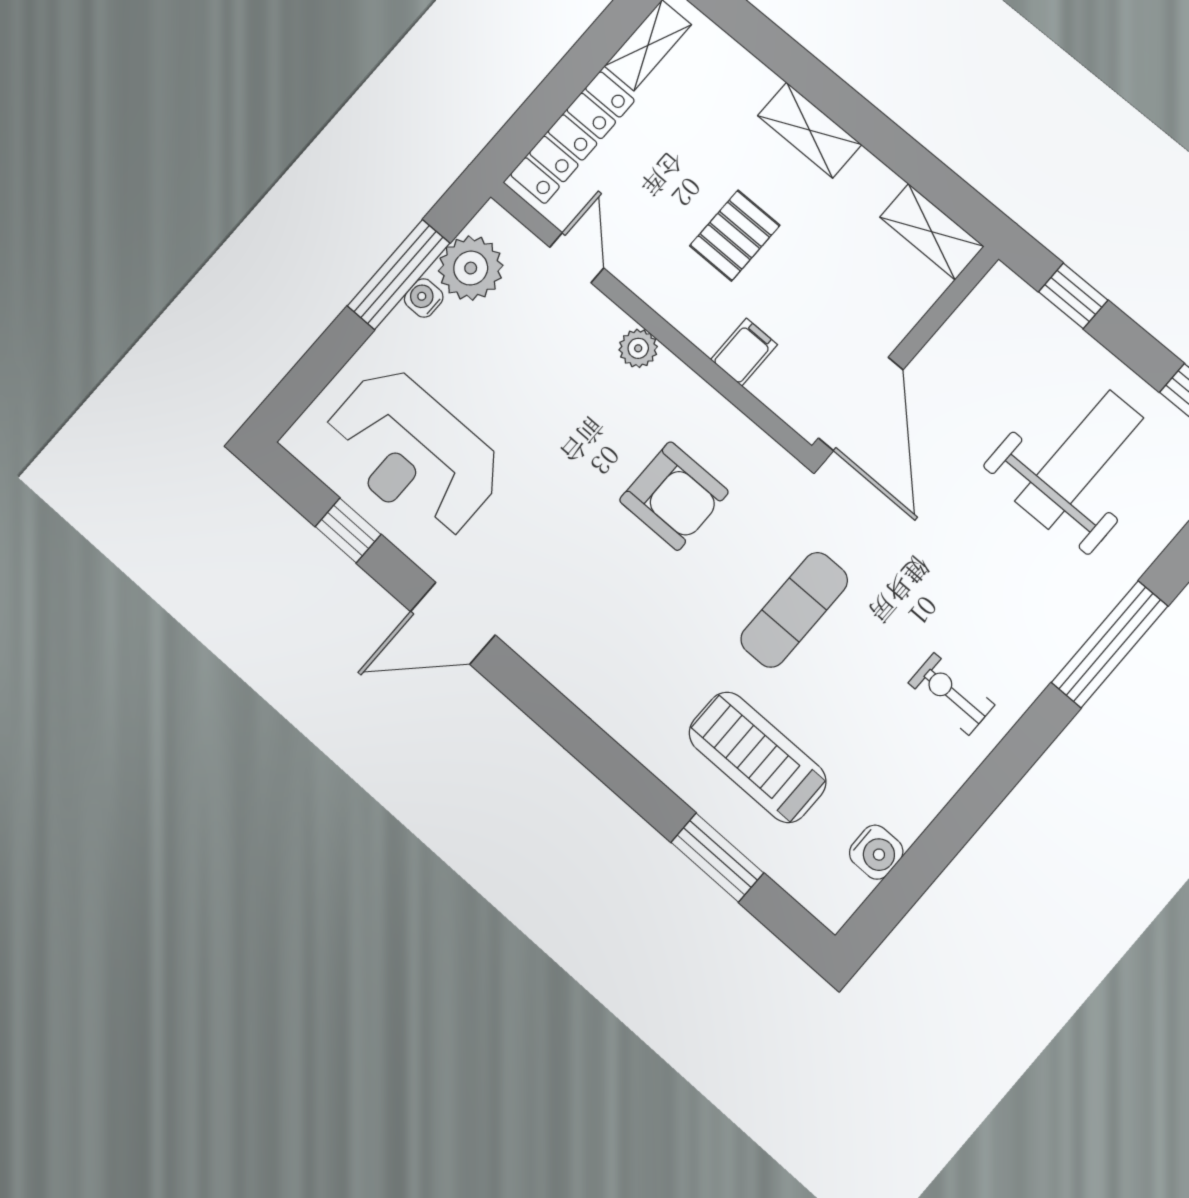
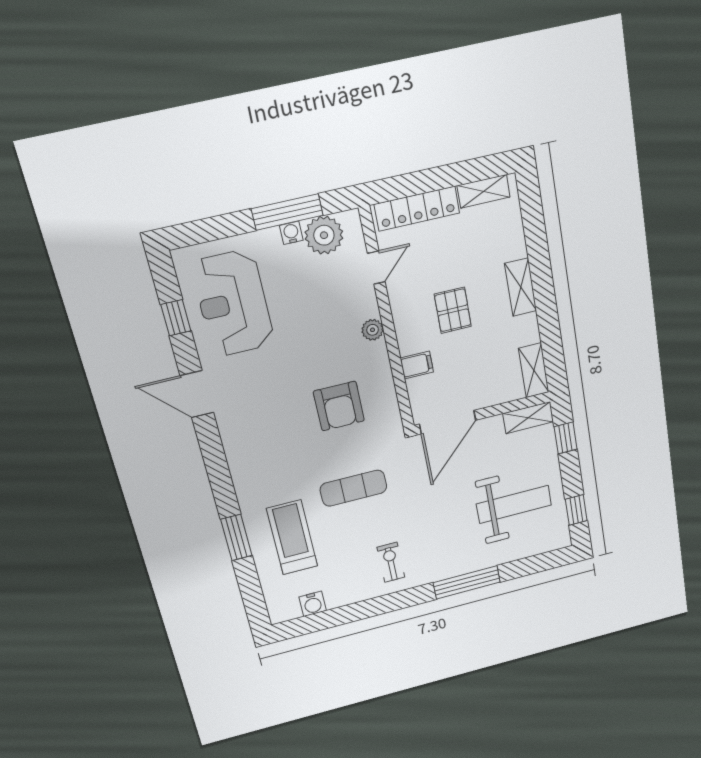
pallet: (735, 236) -> (453, 310), turned 90
shelving: (984, 308) -> (528, 418), added
window: (717, 858) -> (236, 537), moved

